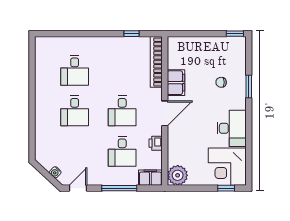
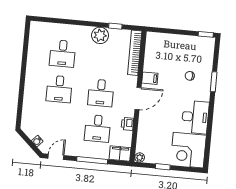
plant: (115, 46) -> (100, 35), added
filing cabinet: (176, 83) -> (150, 78), width x0.50
plant: (178, 175) -> (140, 157), width x0.53, depth x0.53
window: (226, 188) -> (163, 167), moved

